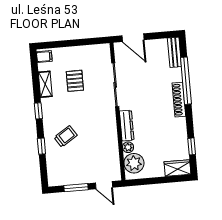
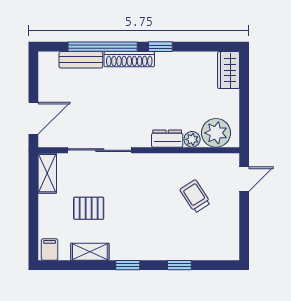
shelving: (96, 50) -> (47, 173), added
bench: (174, 52) -> (81, 60), moved
dresser: (127, 126) -> (167, 139), width x0.70
trolley: (66, 136) -> (195, 196), moved
window: (192, 146) -> (160, 47), moved
window: (76, 188) -> (244, 220), removed

